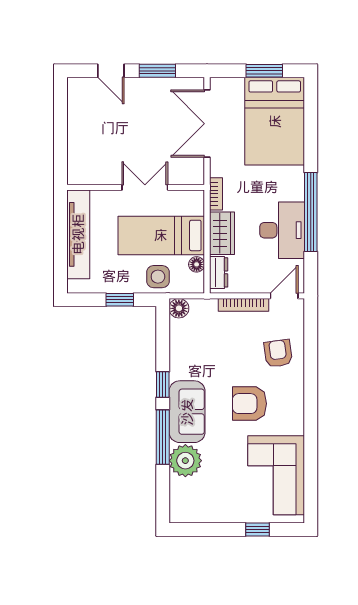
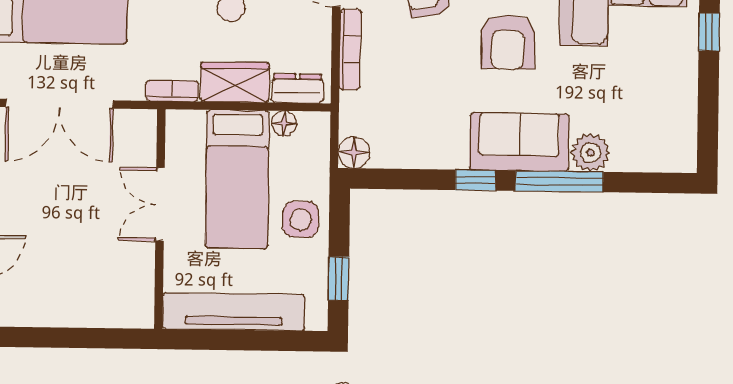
side table: (158, 277) -> (301, 219), moved
window: (120, 300) -> (339, 279), moved
plant: (185, 461) -> (590, 153), width x0.73, depth x0.73

